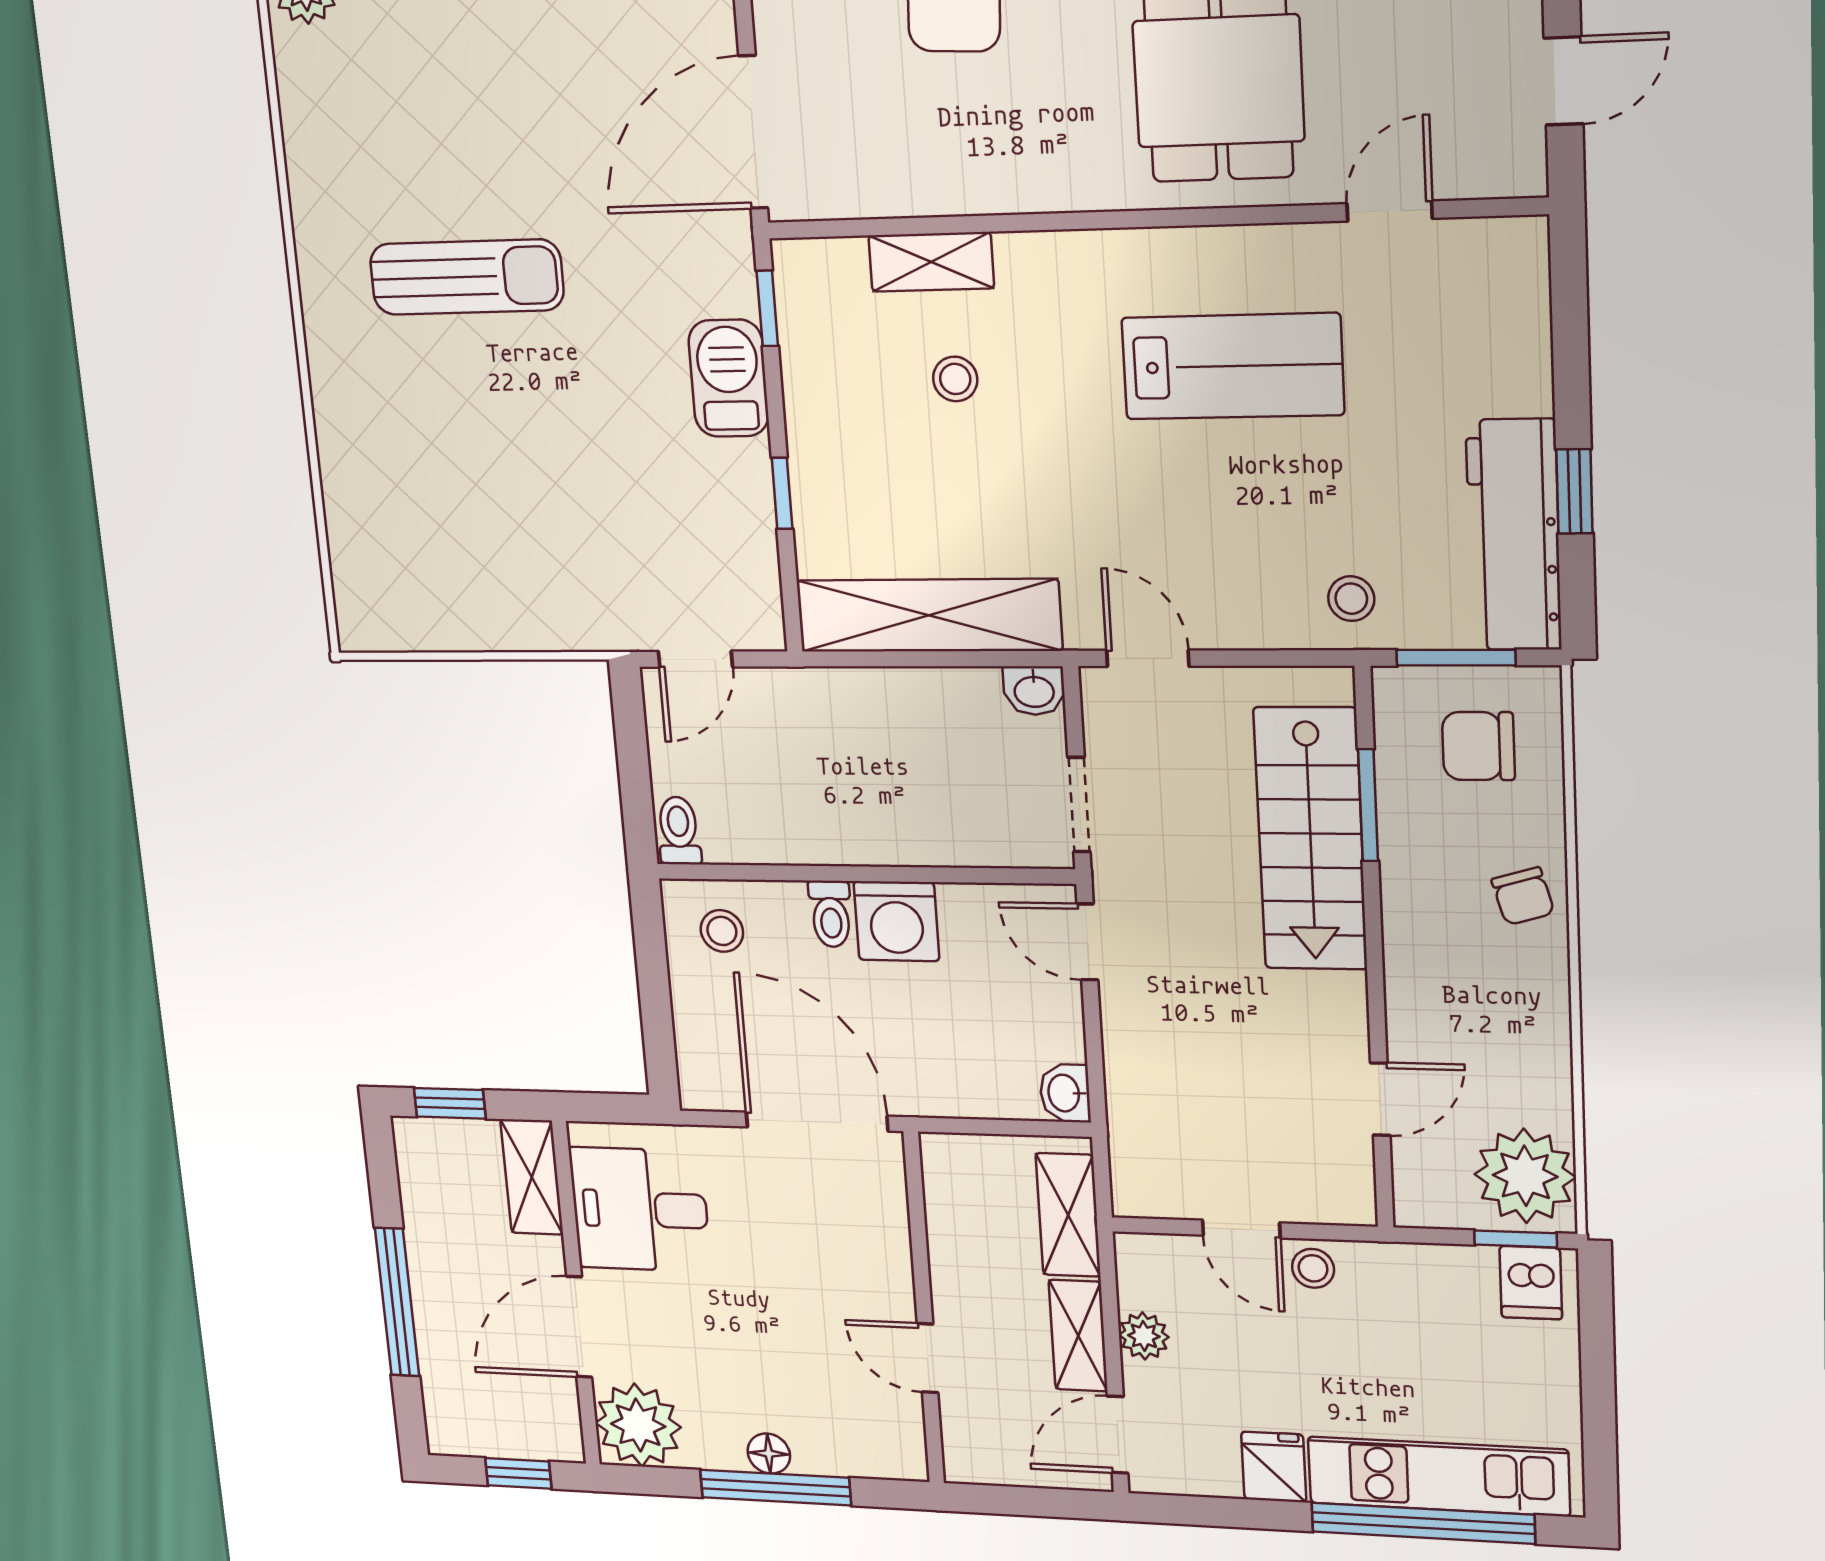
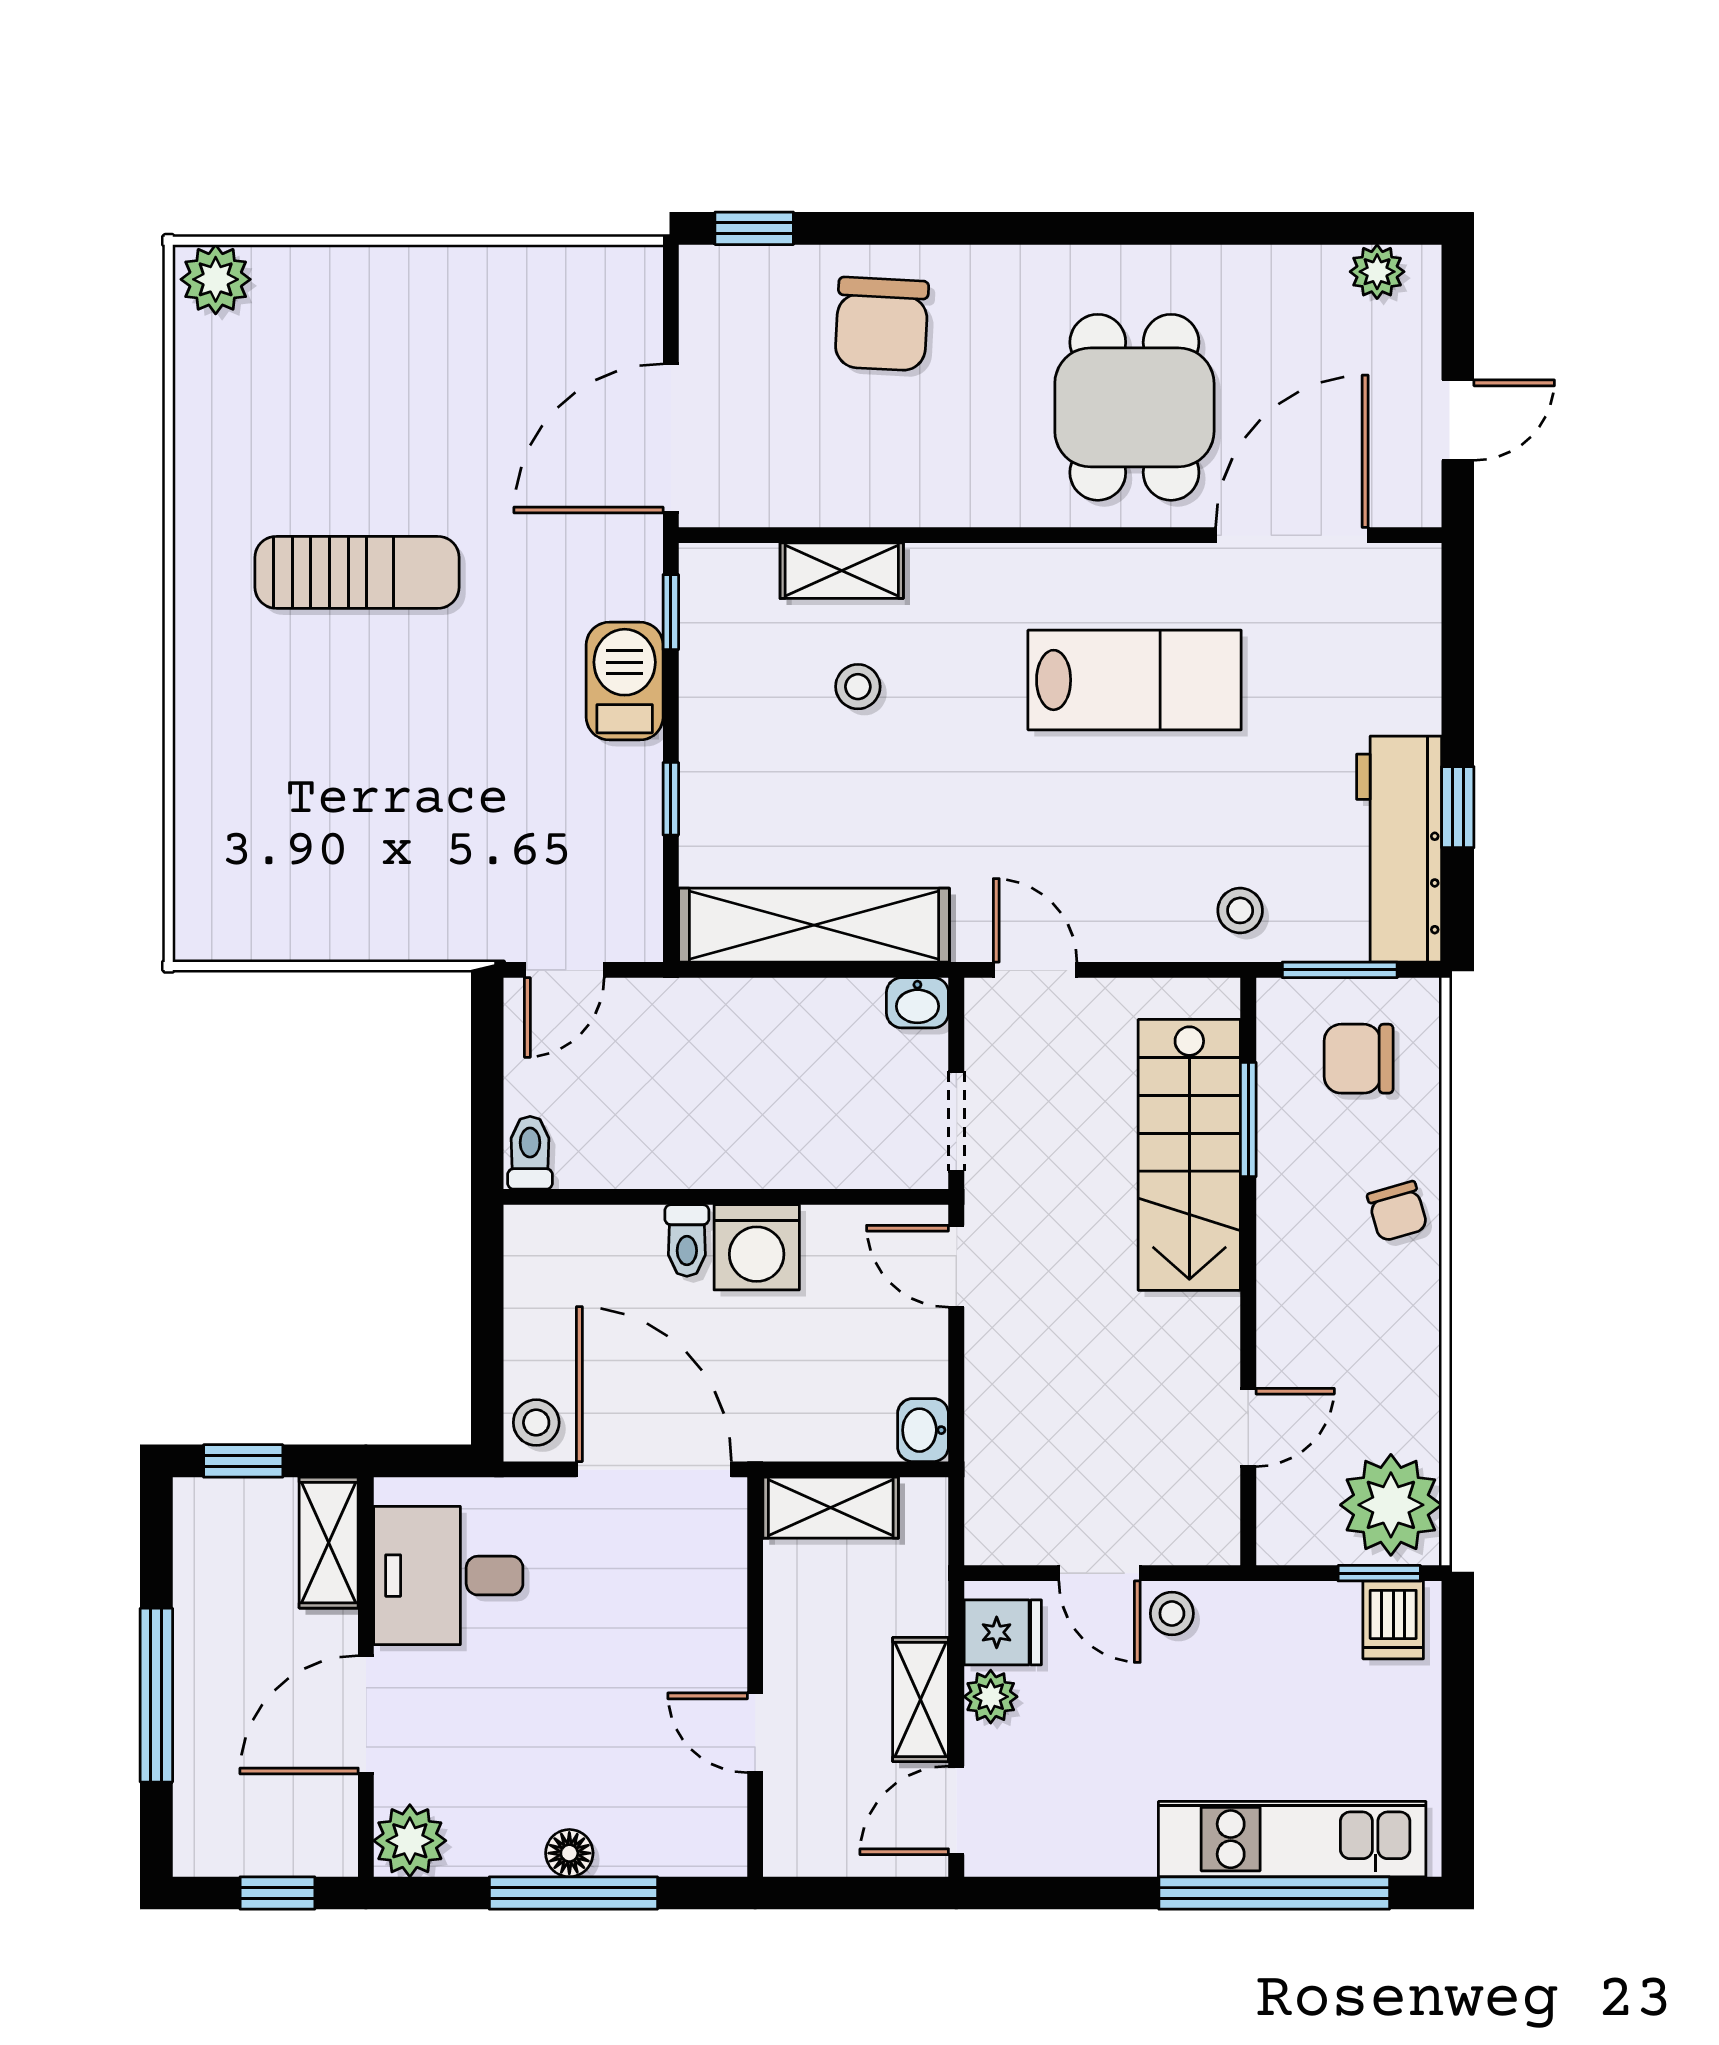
door: (1390, 211) -> (1292, 535), width x1.88
stool: (722, 931) -> (536, 1423), moved
shelving: (1068, 1215) -> (831, 1508), moved, turned 90
plant: (638, 1425) -> (410, 1841), width x0.73, depth x0.73
fridge: (1274, 1467) -> (1003, 1632), moved, turned 90

